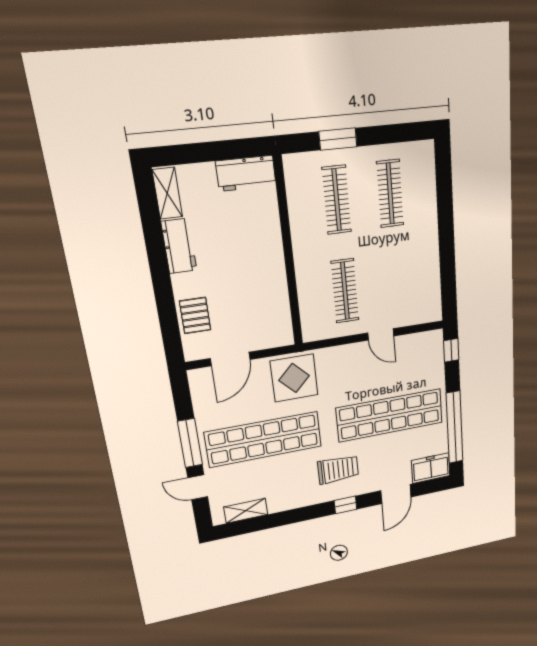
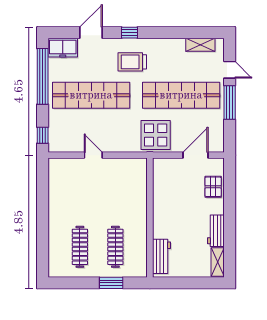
workbench: (246, 173) -> (162, 256), moved, turned 90
clothes rail: (345, 291) -> (115, 188), removed

